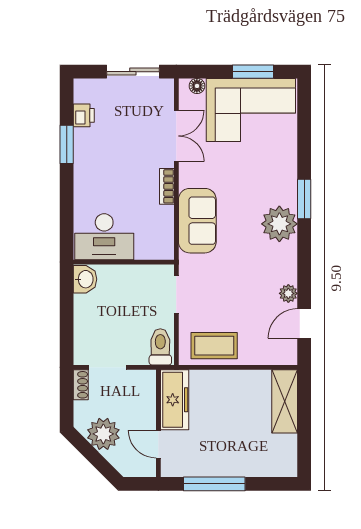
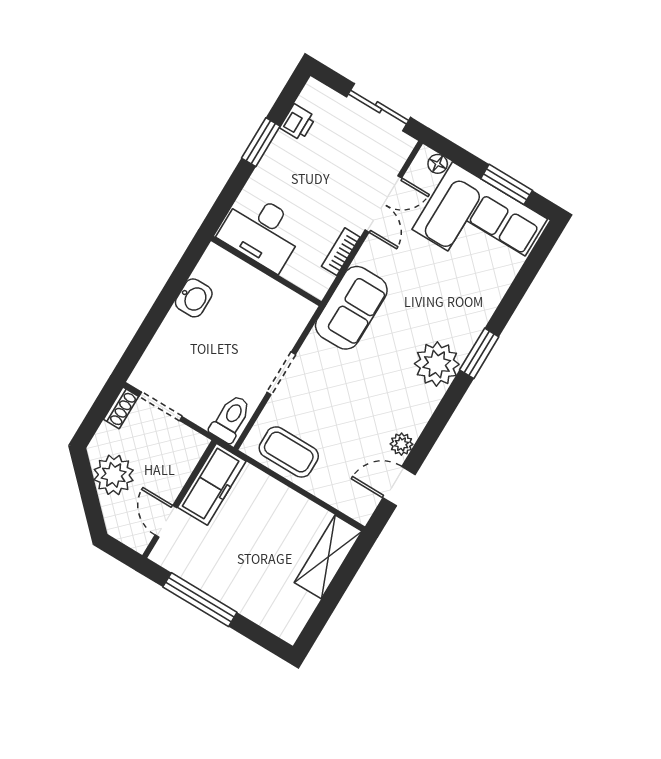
desk: (104, 237) -> (262, 231), moved
wall: (124, 262) -> (266, 271), moved

